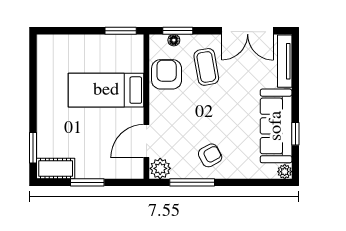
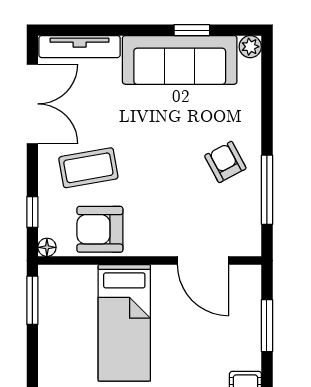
window: (178, 31) -> (32, 212), width x0.67
floor lamp: (174, 40) -> (47, 247), moved
plant: (160, 168) -> (246, 239), removed
window: (87, 182) -> (267, 326), moved

